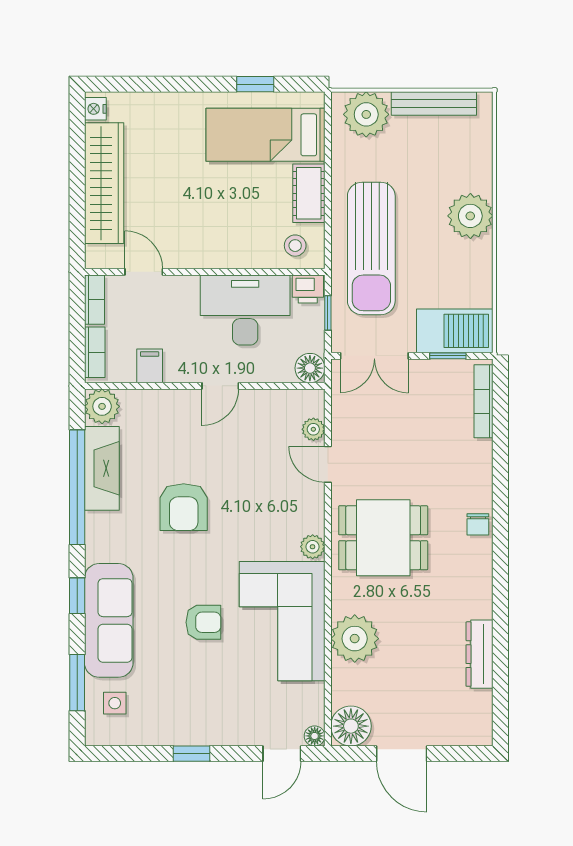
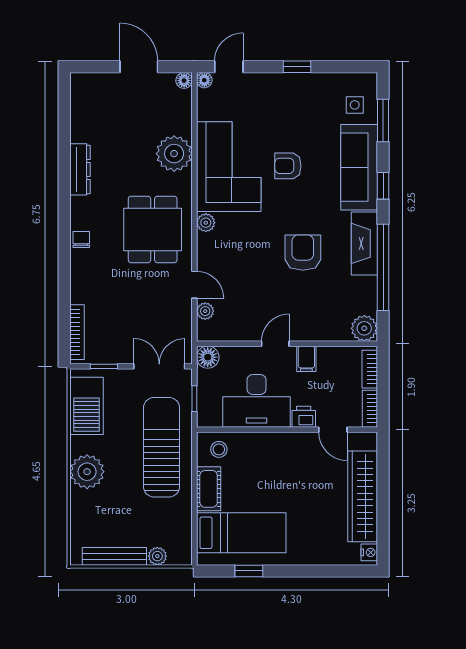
plant: (366, 114) -> (157, 556), width x0.53, depth x0.53
printer: (308, 289) -> (304, 417), moved
barbecue: (455, 331) -> (87, 406), moved, turned -90
filing cabinet: (150, 366) -> (306, 359), moved
fireplace: (102, 468) -> (364, 243), moved
dining table: (383, 538) -> (153, 229), turned 90
dresser: (480, 654) -> (80, 169), moved
floor lamp: (351, 726) -> (184, 81), width x0.53, depth x0.53

